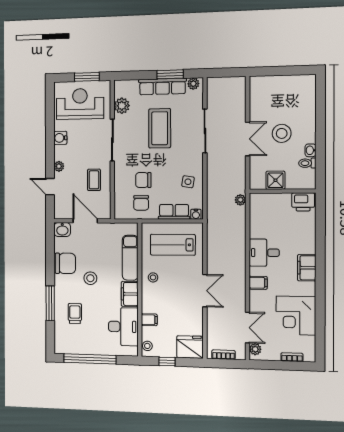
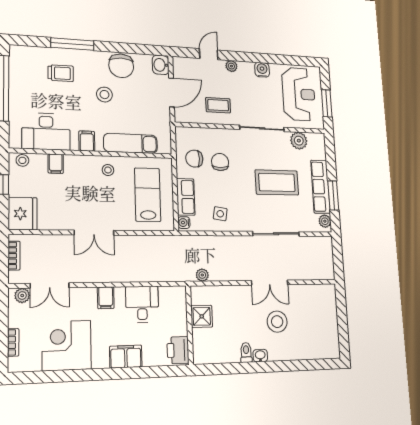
shower: (275, 180) -> (202, 316), moved
wall: (282, 191) -> (190, 325), moved
printer: (303, 202) -> (178, 350), moved
filing cabinet: (130, 294) -> (87, 141), width x0.50

